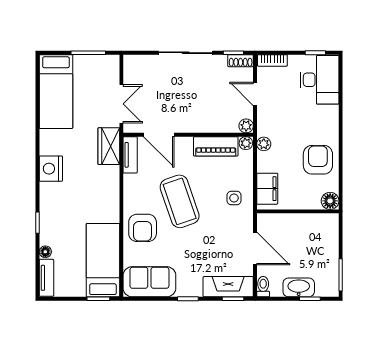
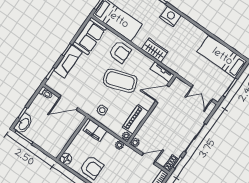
double door: (121, 104) -> (202, 93), moved
wardrobe: (109, 146) -> (155, 50), moved
nightstand: (51, 169) -> (170, 16), moved
armchair: (143, 228) -> (120, 52), turned 180
fireplace: (228, 287) -> (68, 61), moved
washbasin: (299, 287) -> (24, 124), moved

